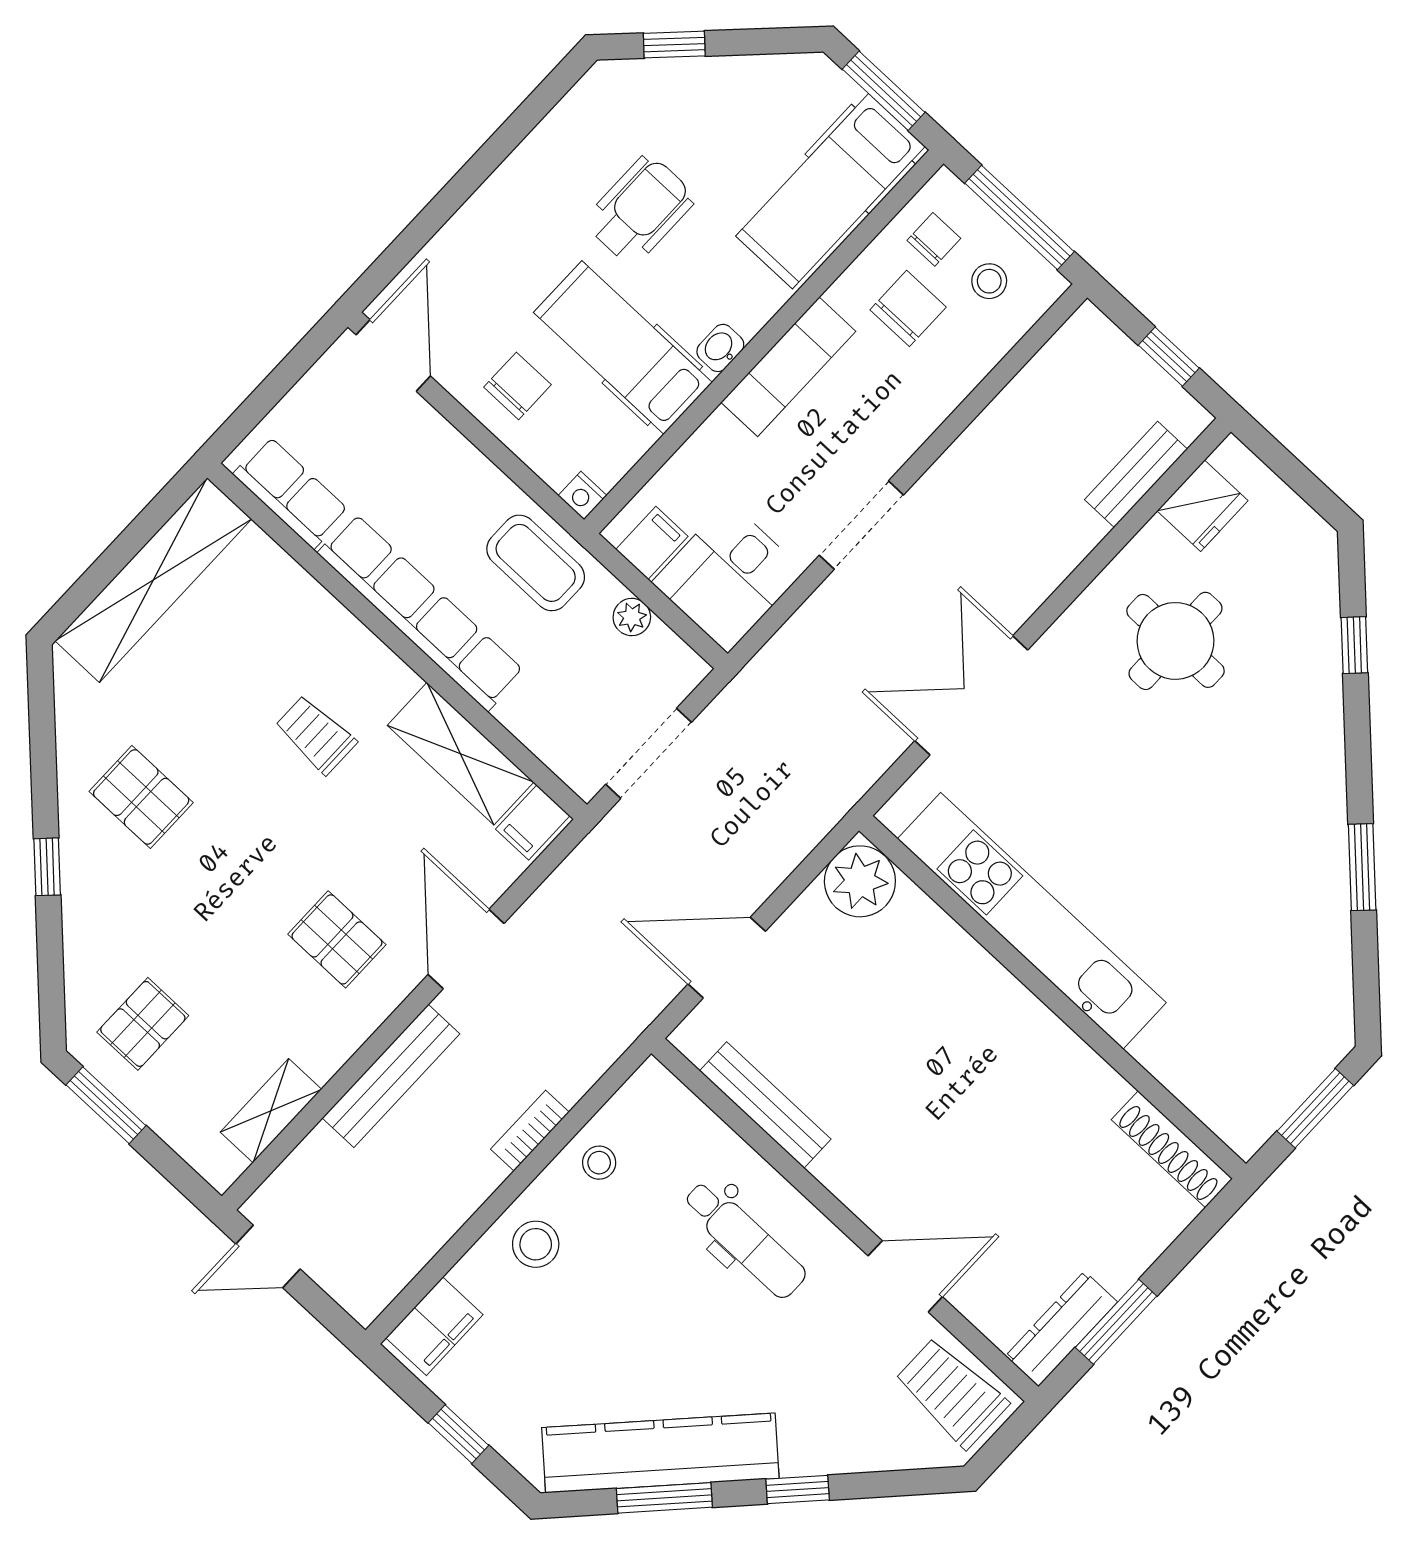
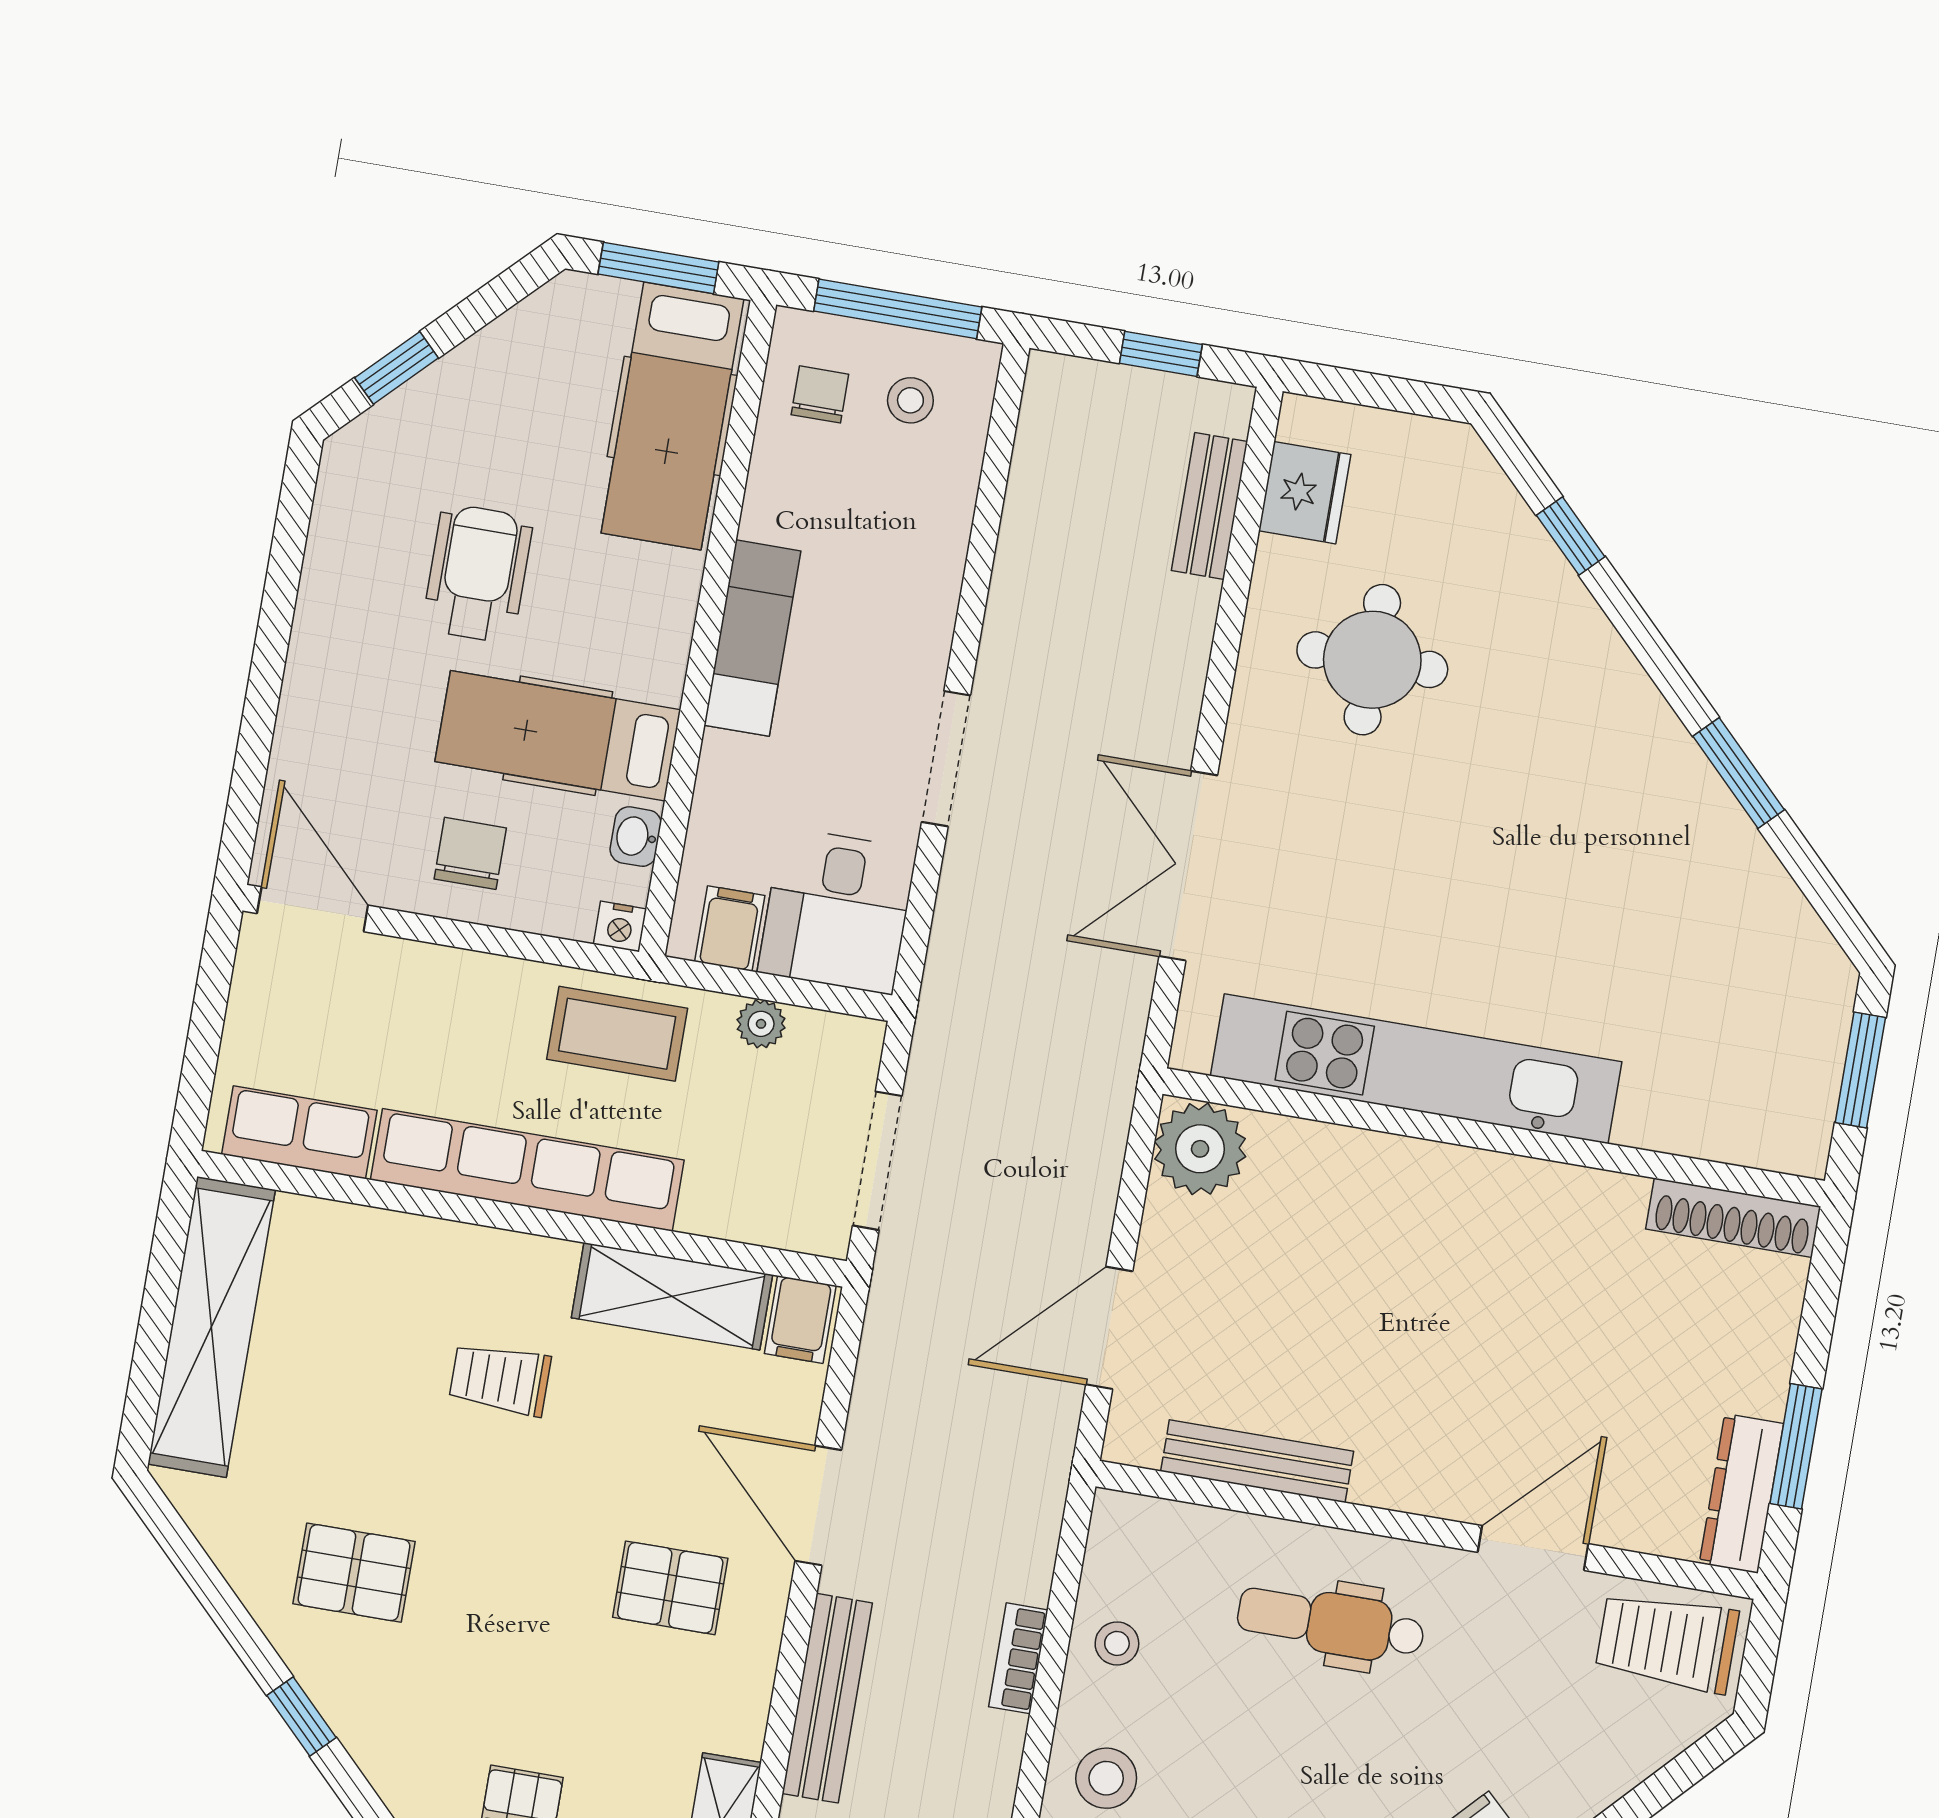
chair: (908, 308) -> (841, 488), removed
washbasin: (720, 348) -> (636, 837), moved
dental chair: (744, 1239) -> (1331, 1623), turned 180

